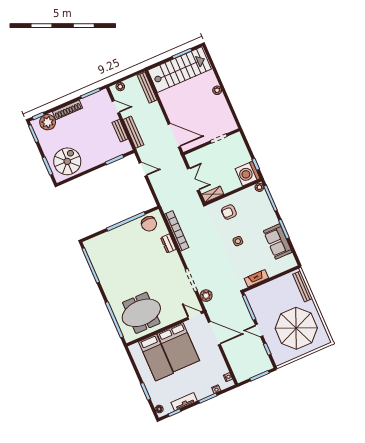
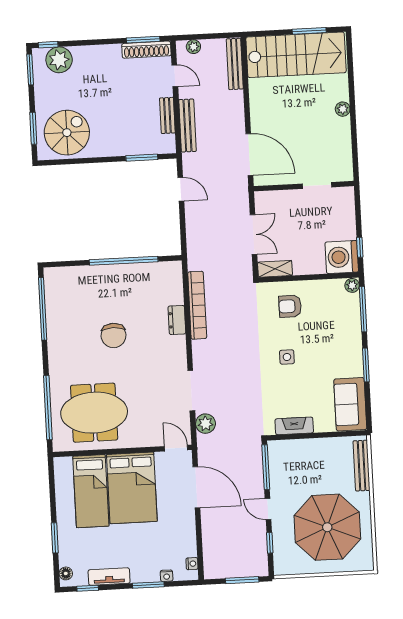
shoe rack: (68, 110) -> (146, 50), moved
chair: (149, 224) -> (113, 335), moved
sofa: (278, 242) -> (350, 404), moved

